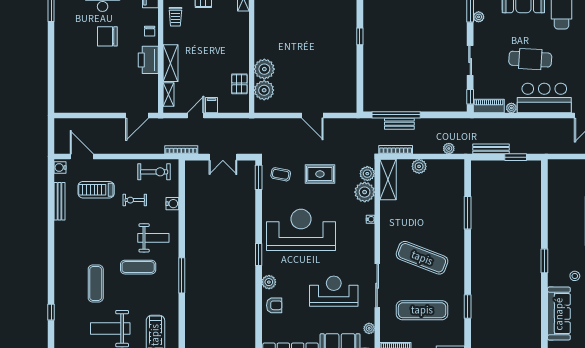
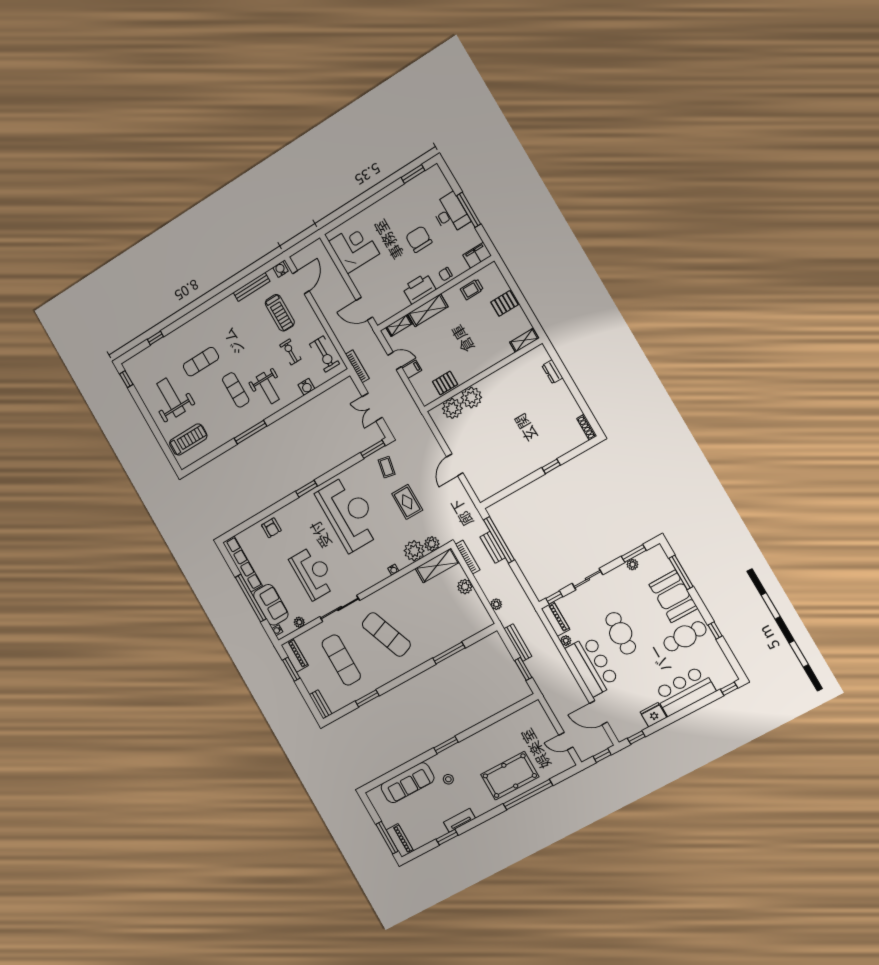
corner desk: (81, 94) -> (354, 247), added
treadmill: (96, 190) -> (280, 313), turned 180
exercise mat: (422, 258) -> (386, 634), turned -42
plant: (269, 282) -> (288, 512), removed

